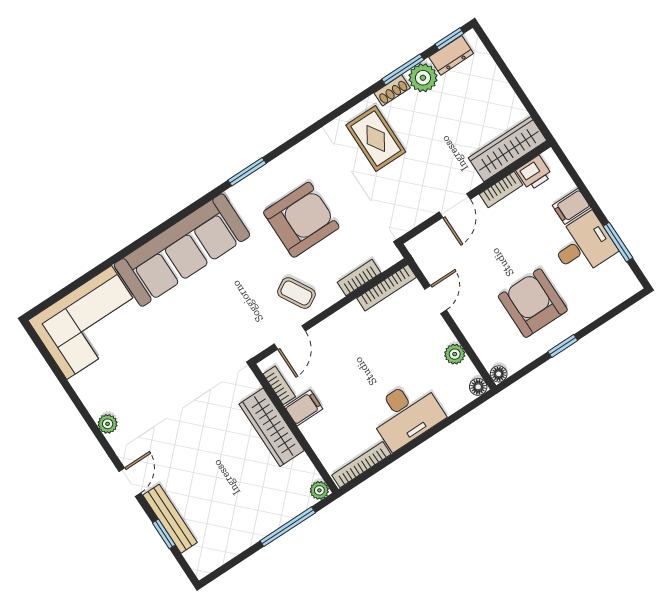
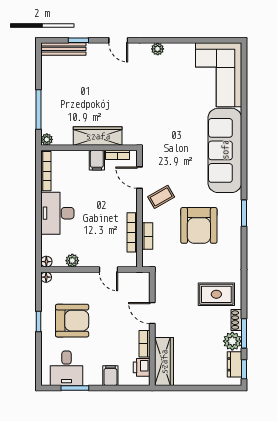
desk: (583, 245) -> (67, 368), moved
bookcase: (387, 288) -> (132, 232), moved
bench: (170, 519) -> (63, 49), moved

